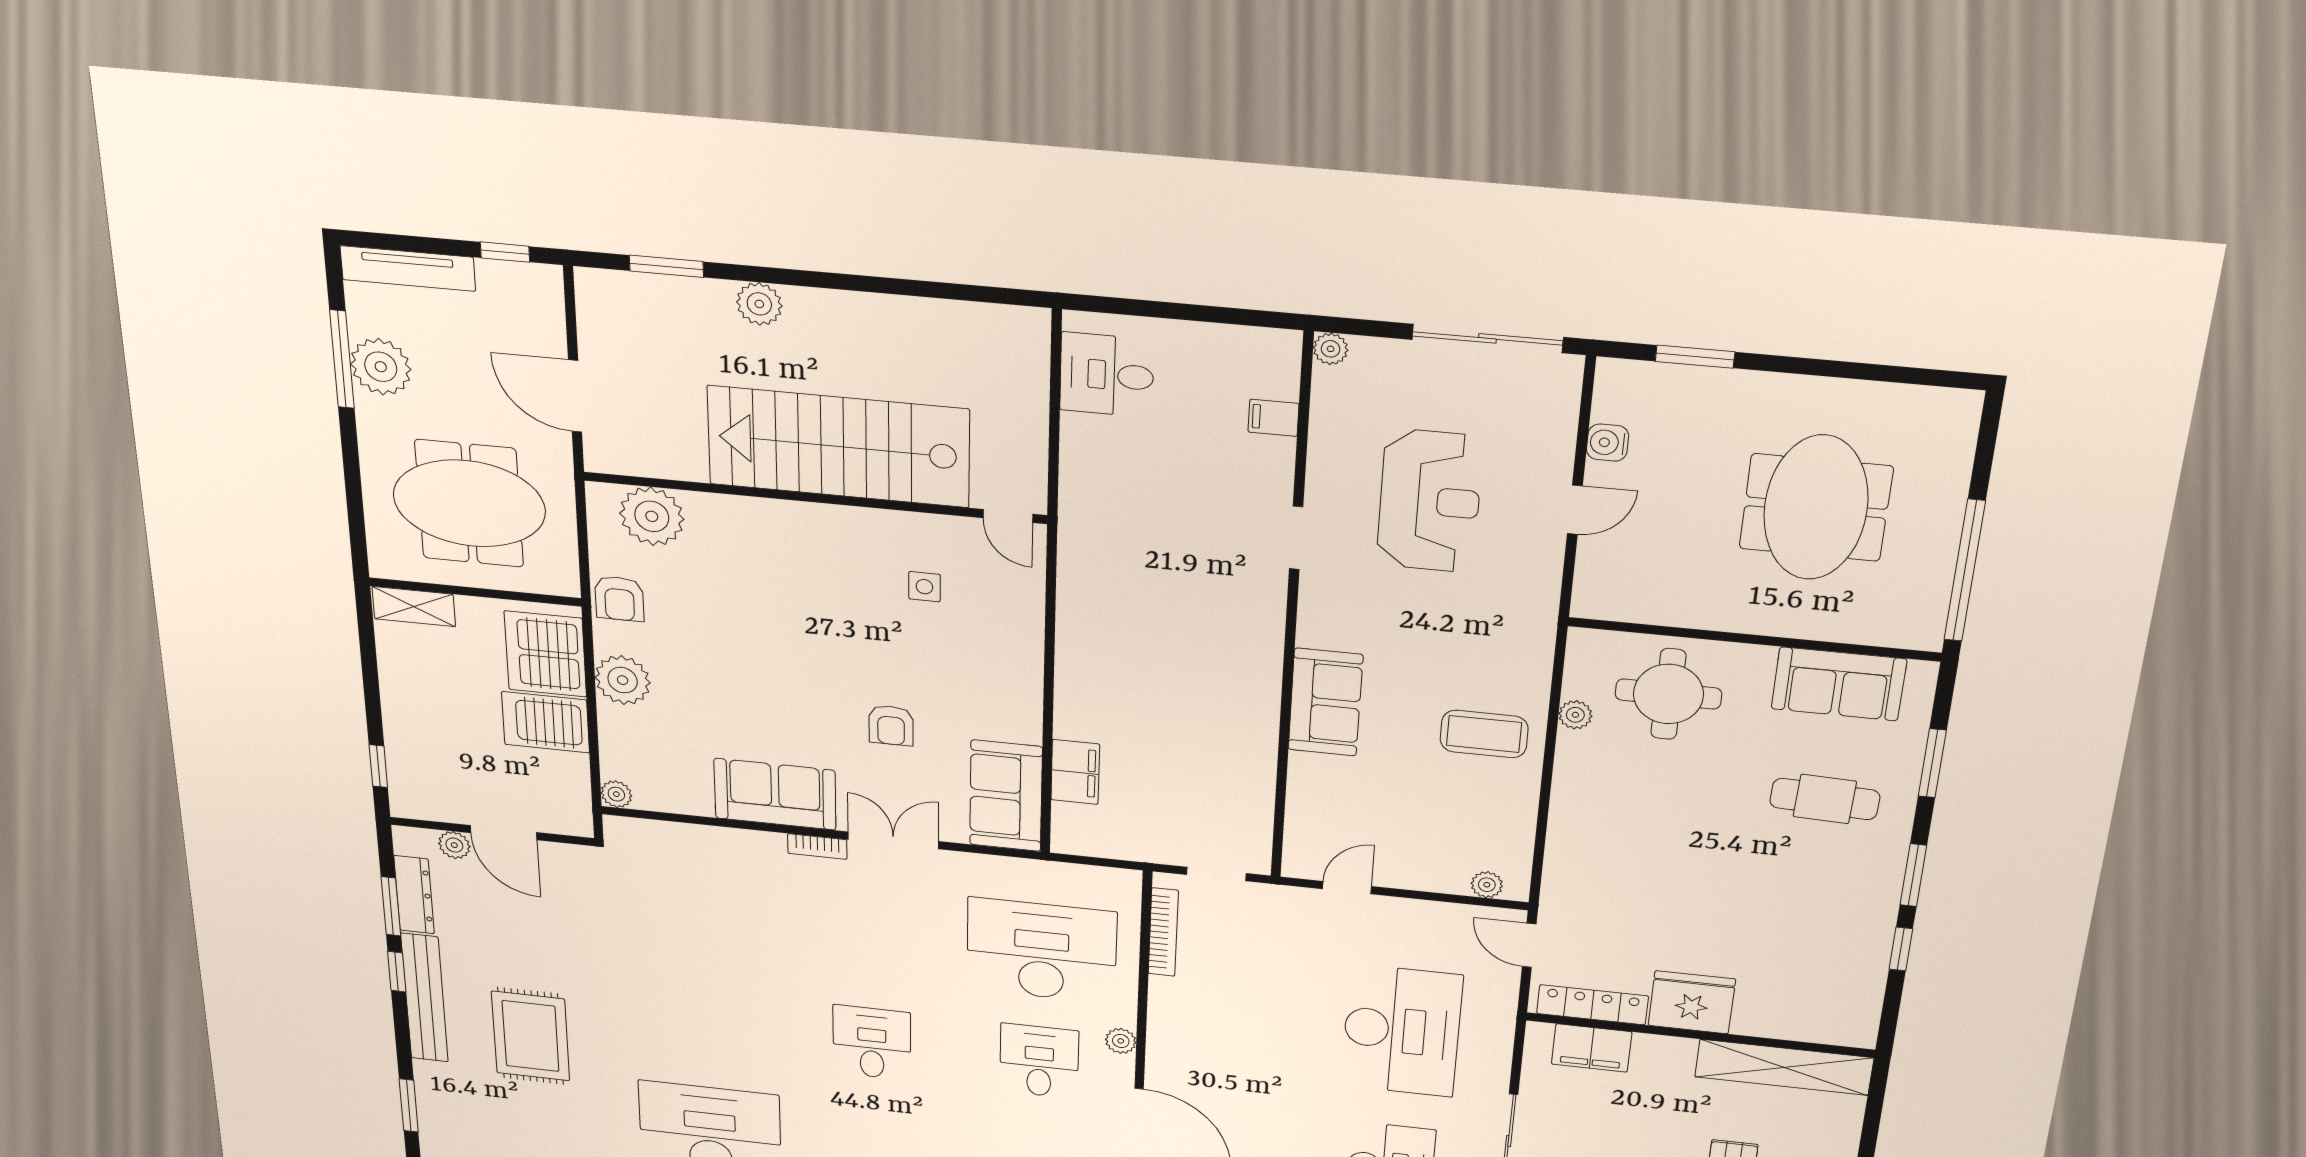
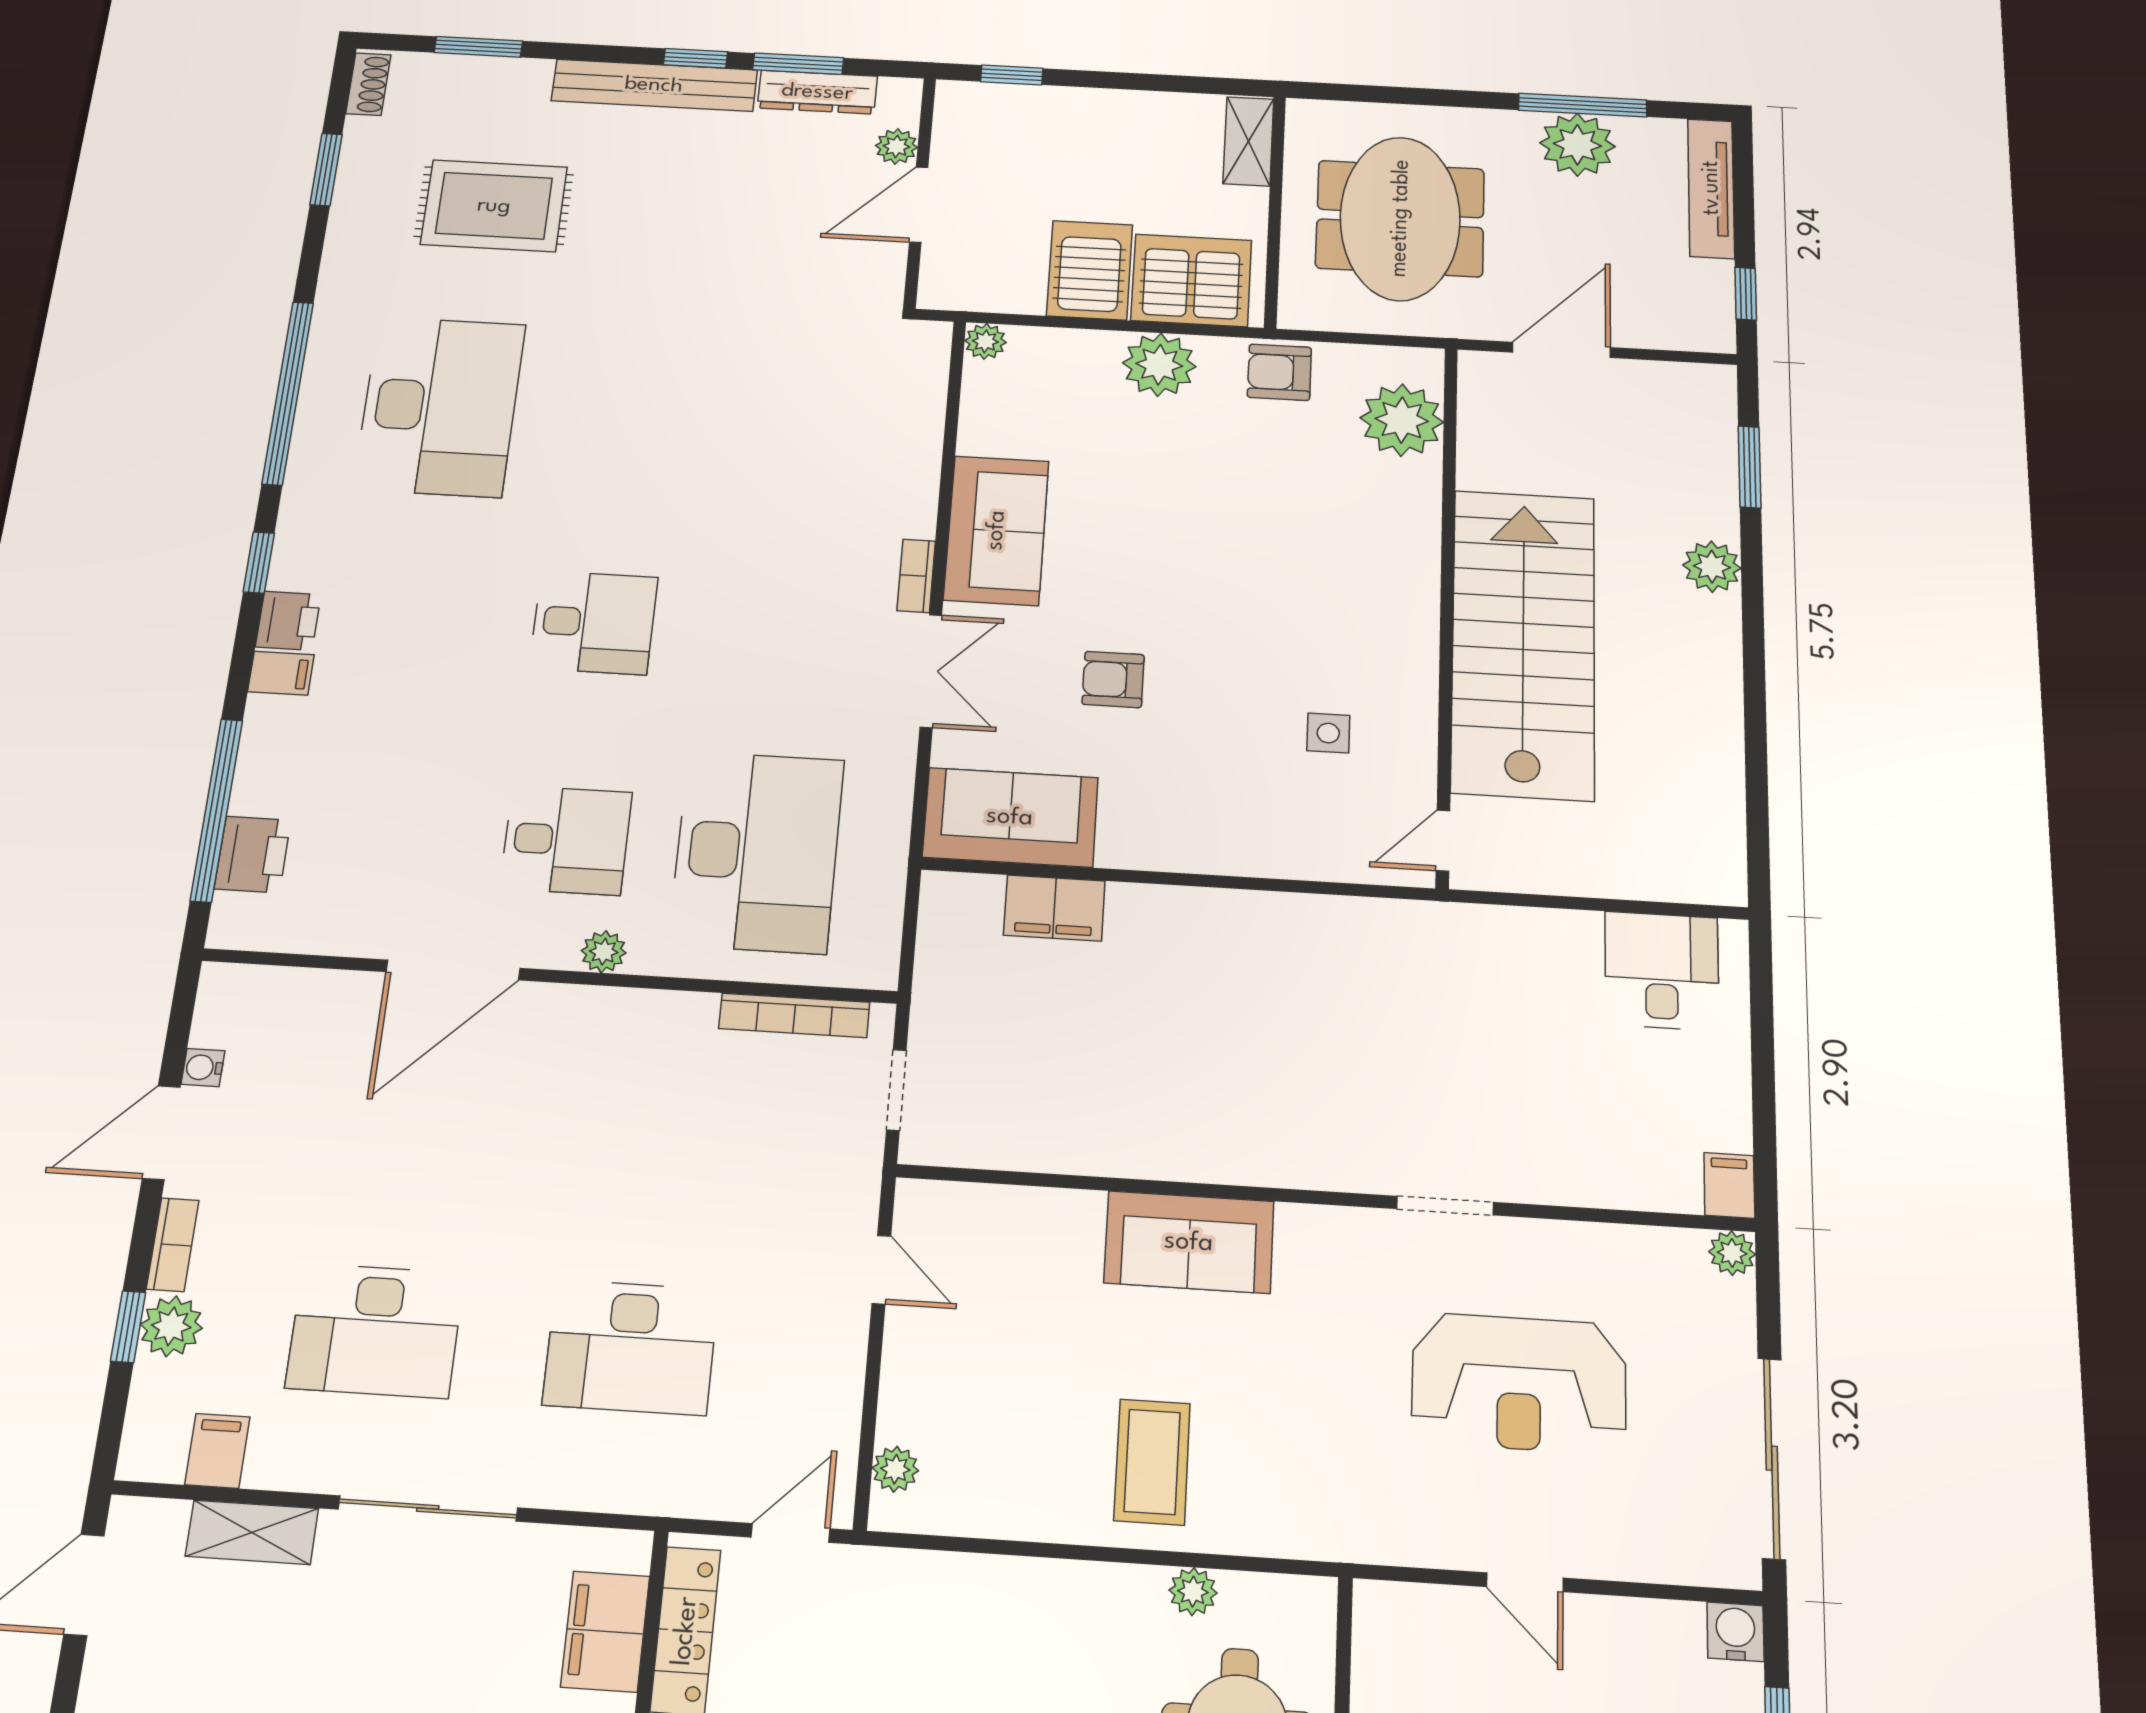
filing cabinet: (1274, 418) -> (1729, 1185), moved
water cooler: (1608, 443) -> (1735, 1632), moved
desk: (1402, 1031) -> (631, 1347), width x0.73, depth x0.77
rug: (531, 1036) -> (494, 206), moved

